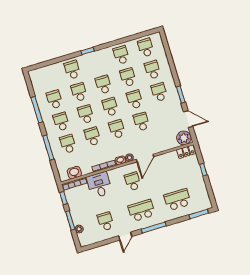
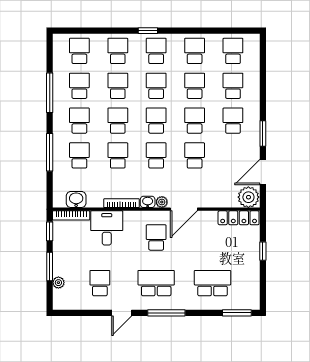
school desk: (97, 62) -> (156, 51), added
school desk: (48, 77) -> (79, 51), added
door: (188, 119) -> (263, 172), swing flipped
locker: (186, 152) -> (239, 218), width x1.53

